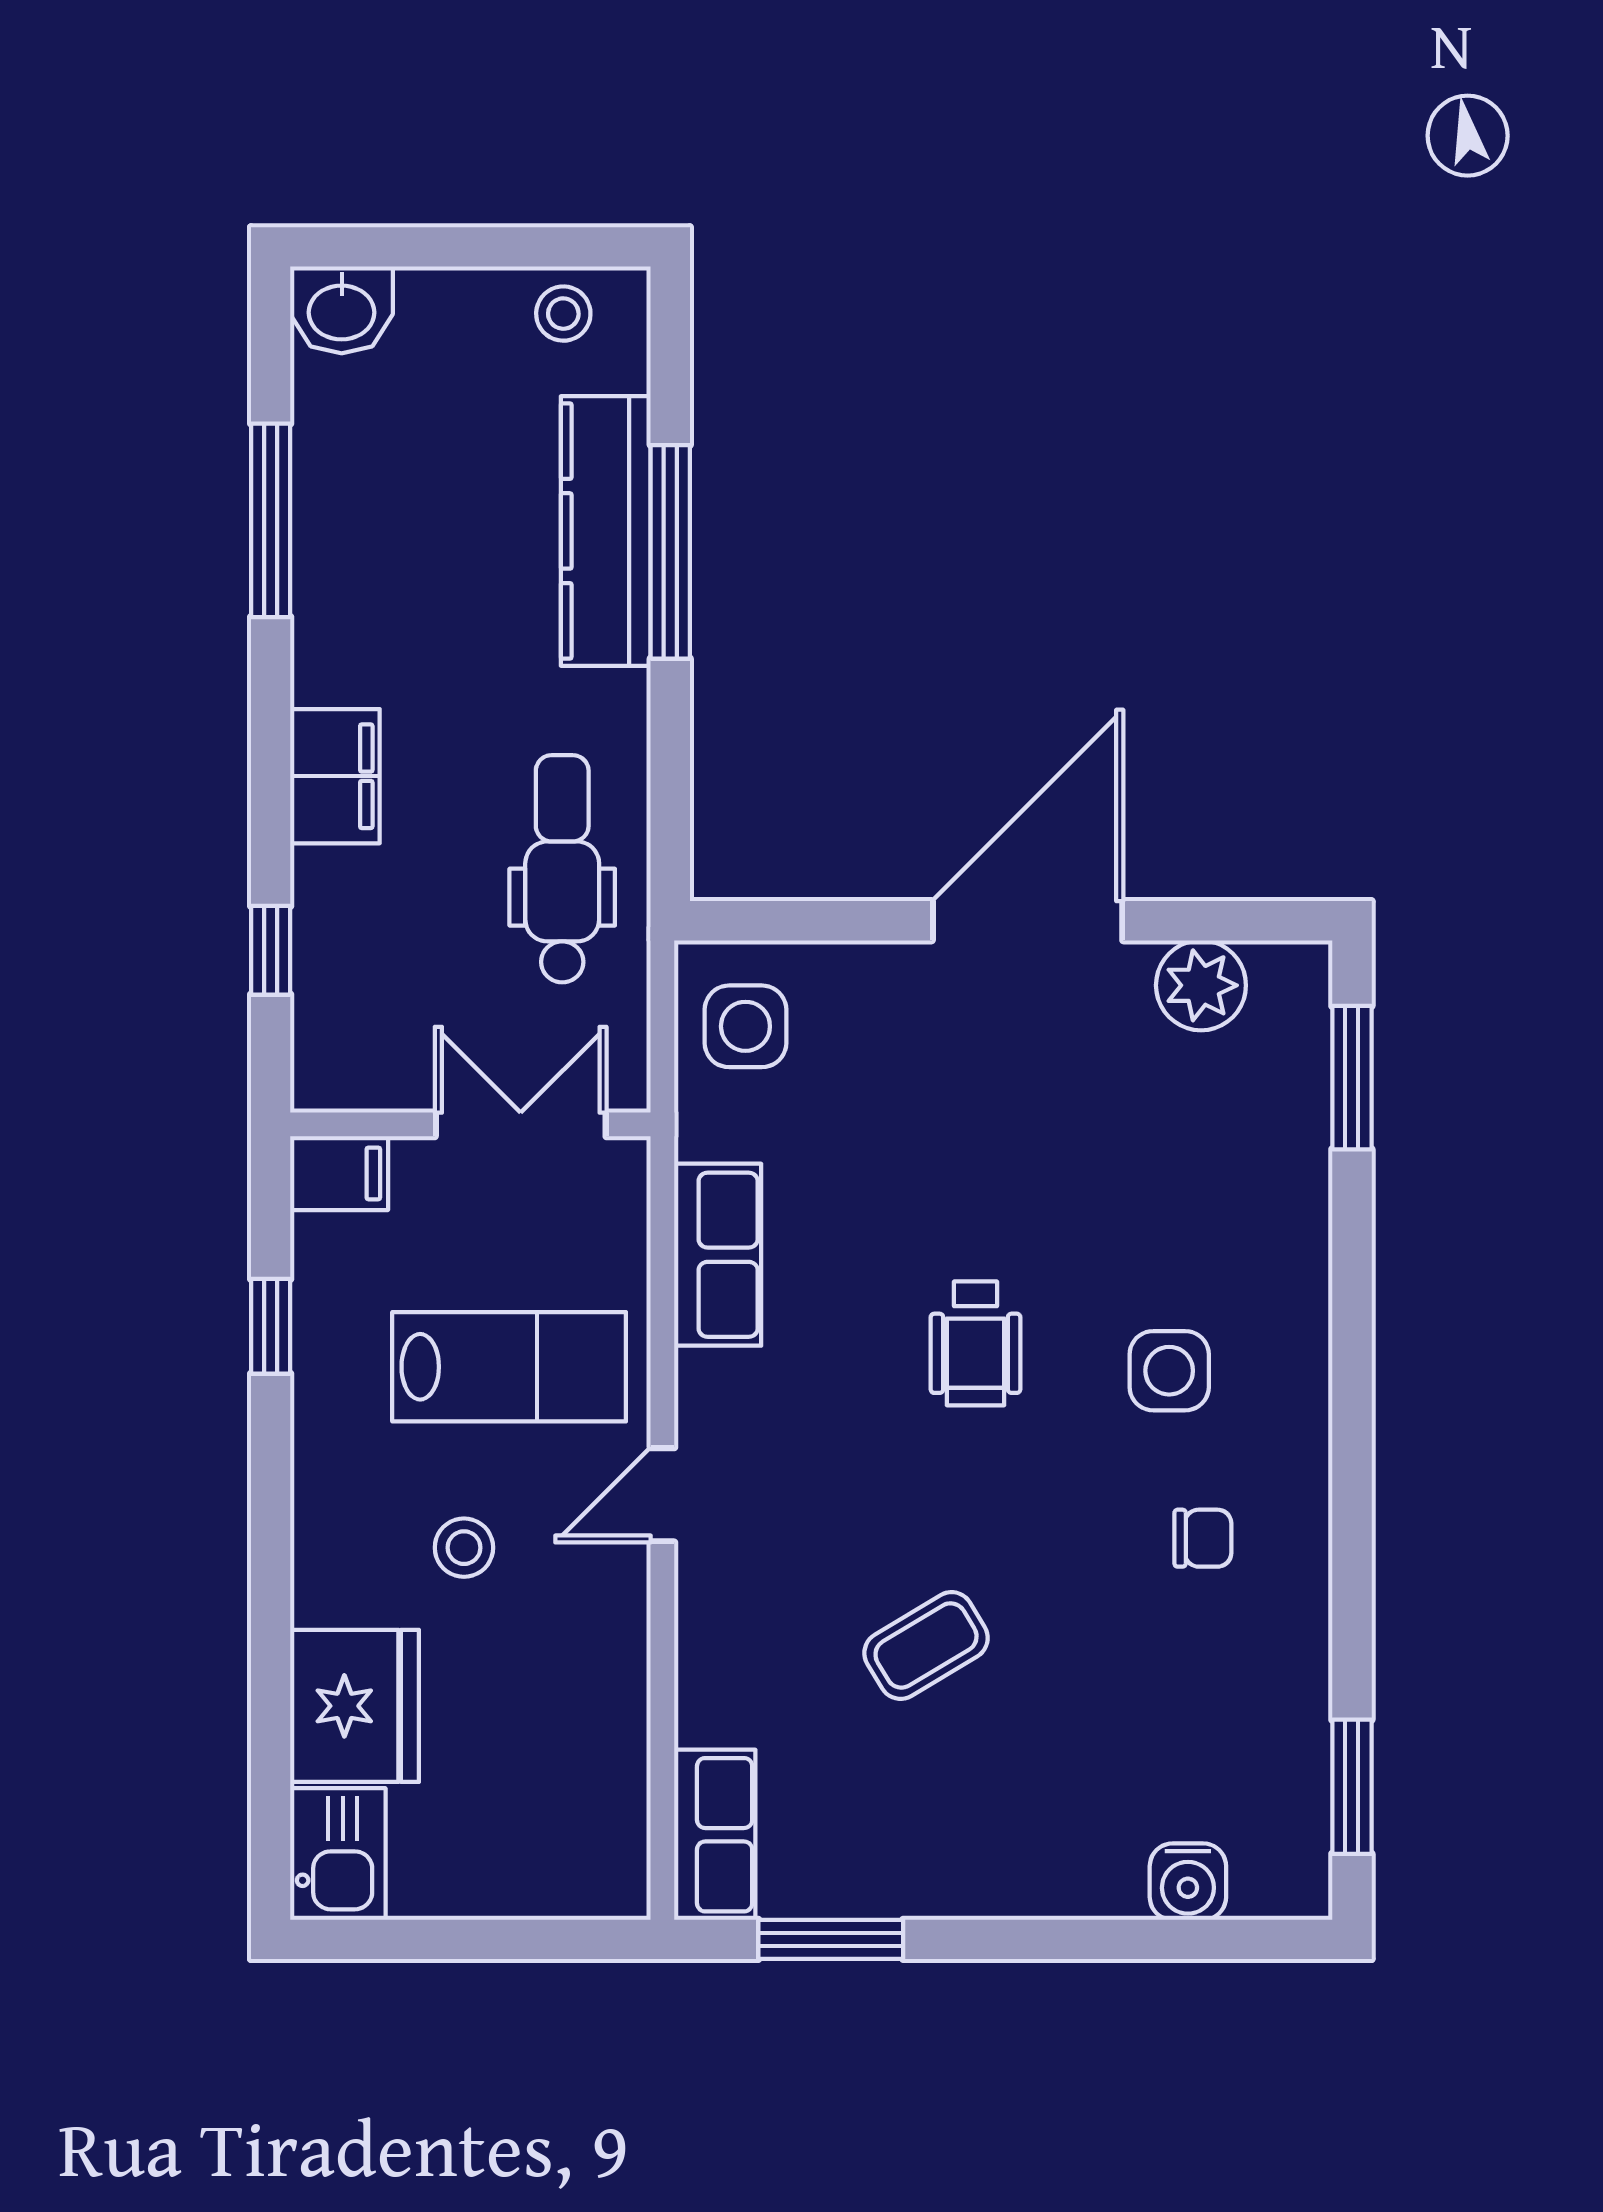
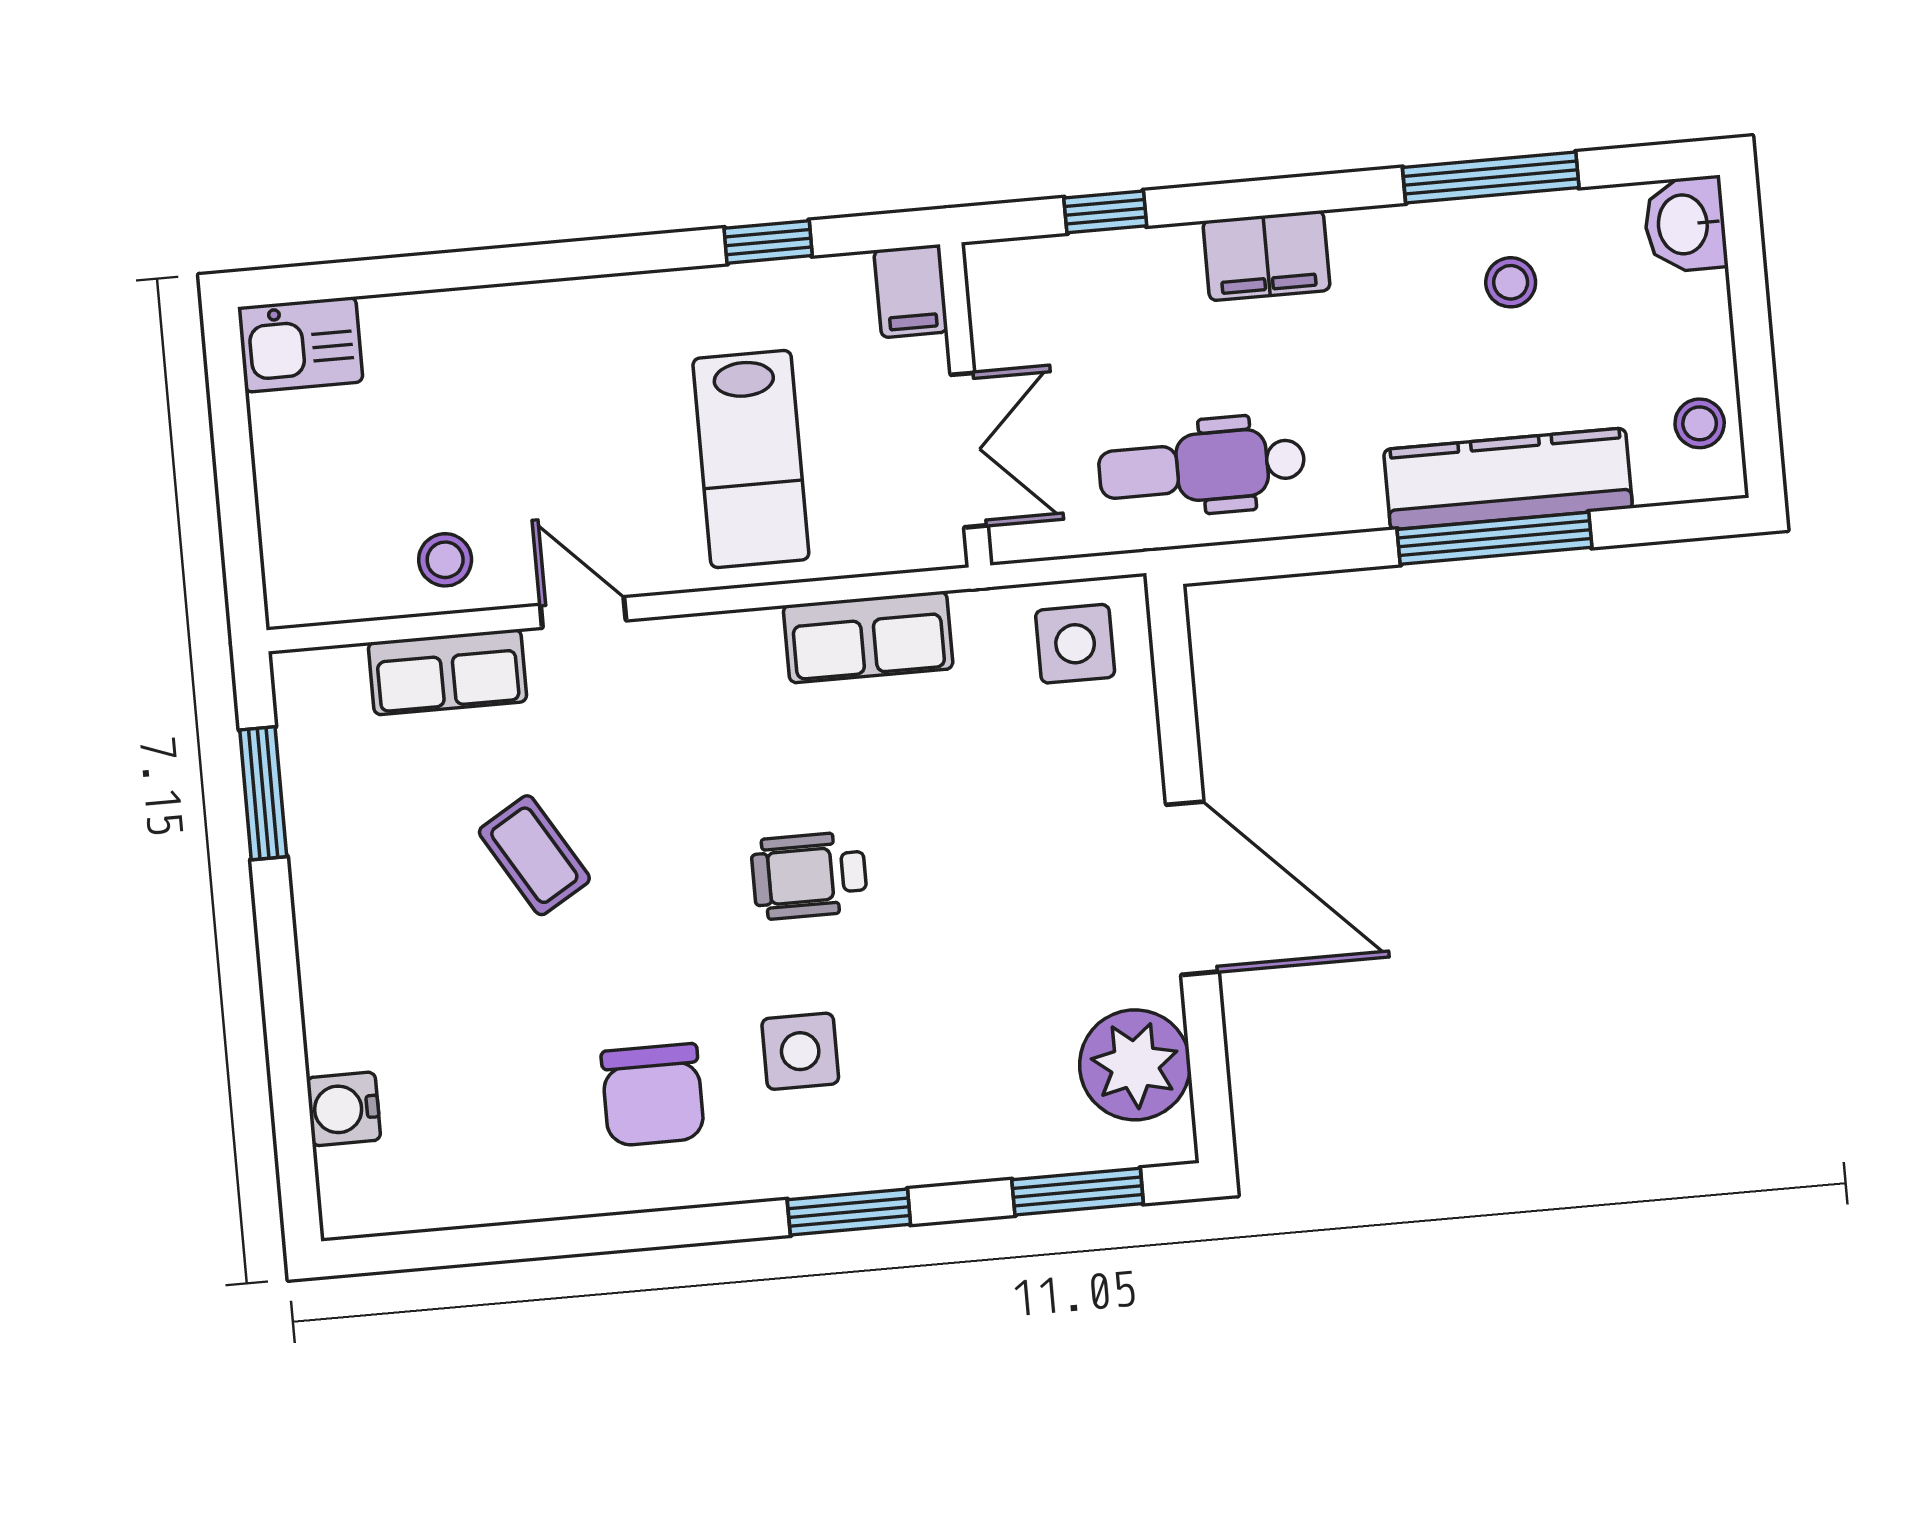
stool: (389, 509) -> (1511, 282), added
dental chair: (562, 869) -> (1202, 467), turned 180
plant: (1201, 985) -> (1135, 1065), width x1.36, depth x1.36
door: (662, 1495) -> (583, 613), moved
chair: (1203, 1538) -> (653, 1095), width x1.87, depth x1.87
stool: (464, 1548) -> (445, 560), moved
fridge: (355, 1706) -> (434, 348), removed
window: (1352, 1787) -> (849, 1212), moved
row of seats: (715, 1835) -> (447, 672), moved

